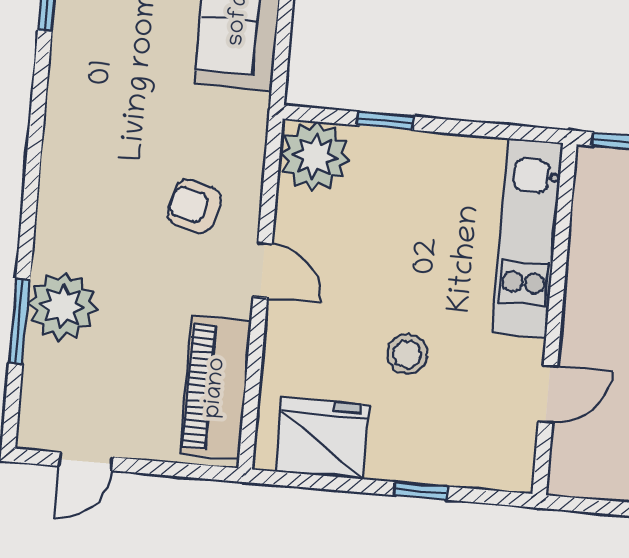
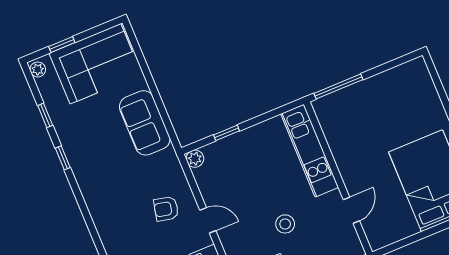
plant: (314, 157) -> (195, 159), width x0.53, depth x0.53

